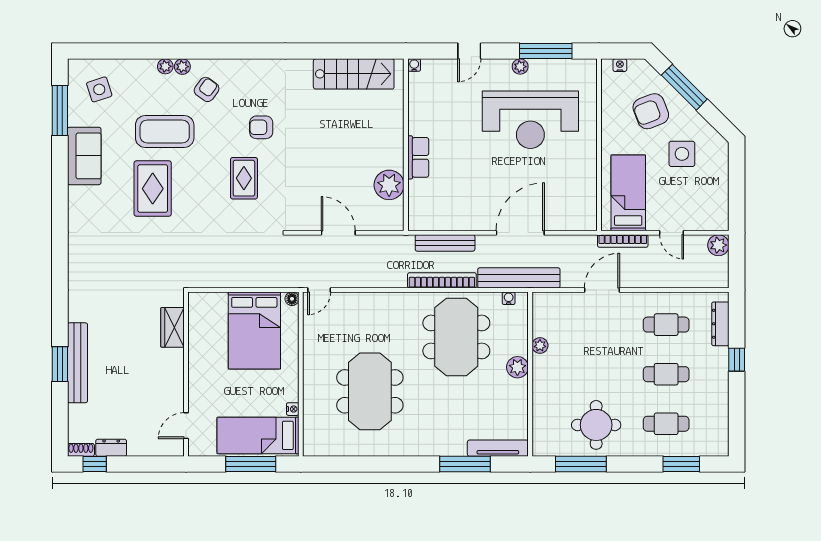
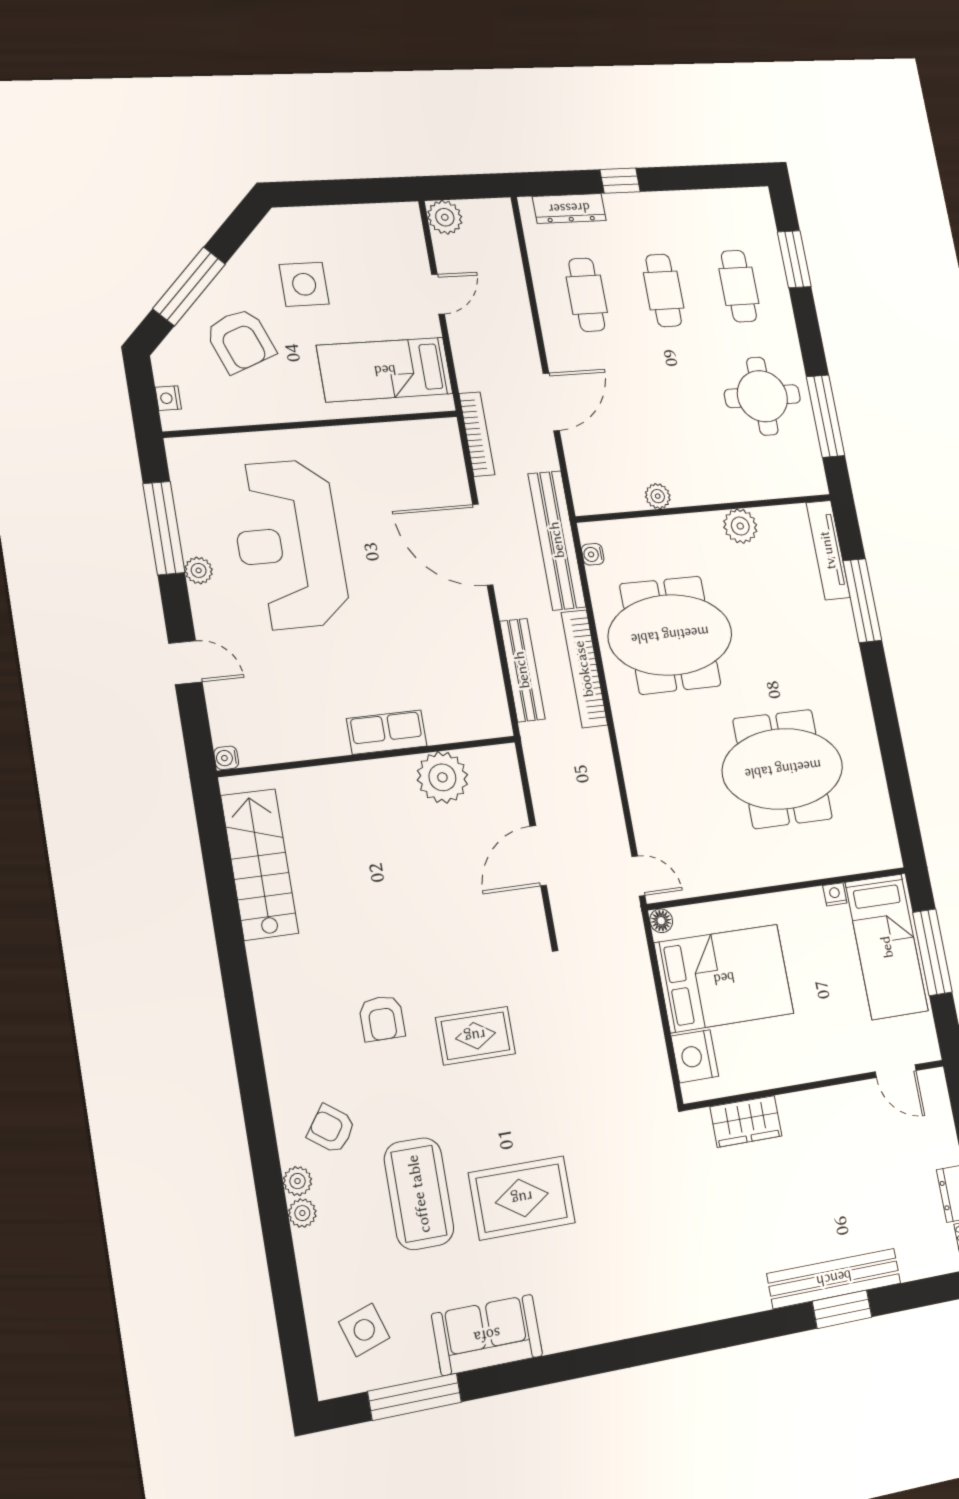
reception desk: (530, 120) -> (289, 544), turned 180
bookcase: (623, 241) -> (477, 434), moved
door: (602, 290) -> (551, 402), swing flipped
nightstand: (213, 304) -> (695, 1056), added
plant: (517, 367) -> (740, 526), moved

